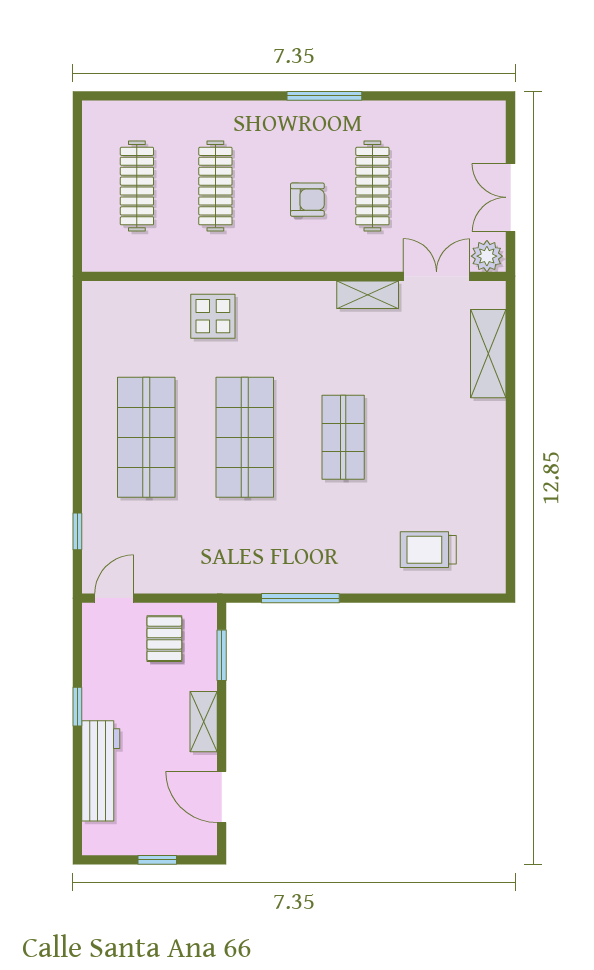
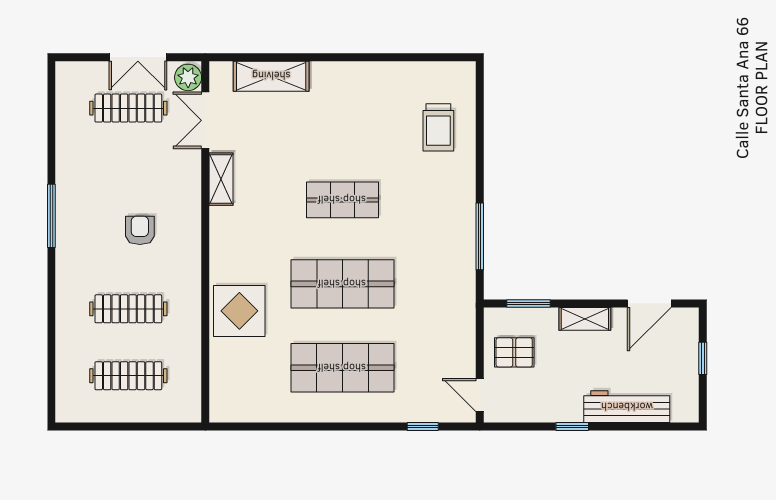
clothes rail: (372, 186) -> (128, 108), moved
display table: (213, 316) -> (239, 311), width x1.36, depth x1.36

